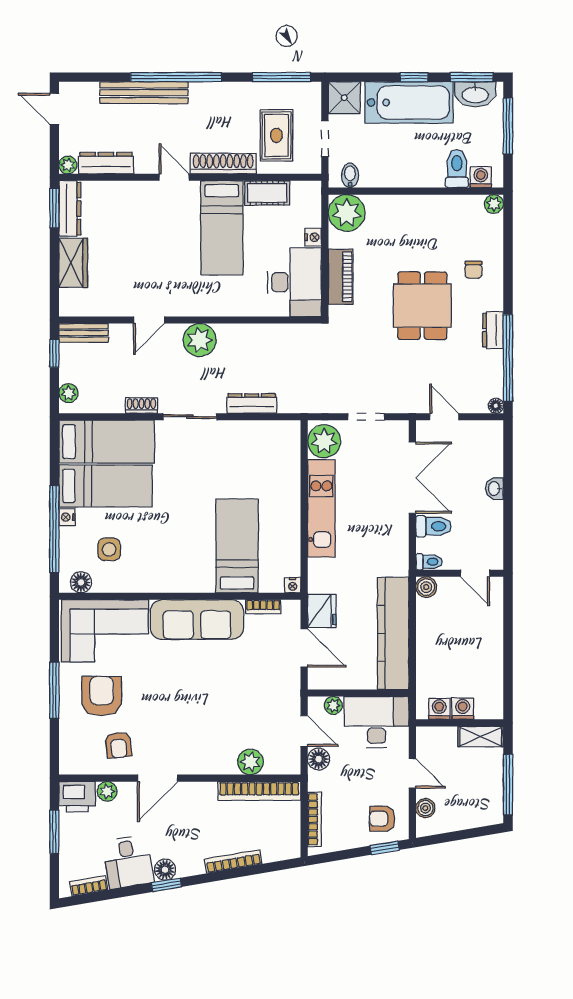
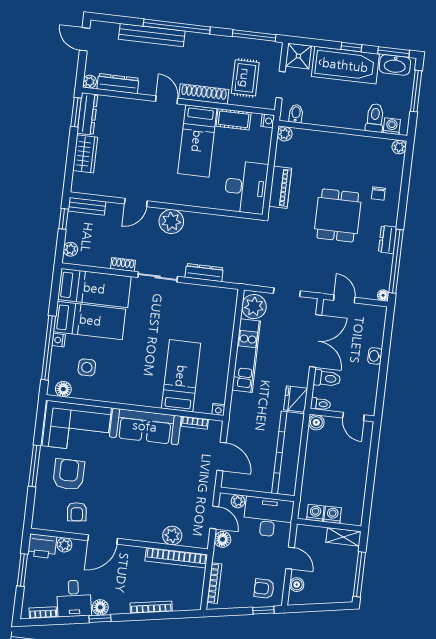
plant: (347, 213) -> (285, 134), width x0.53, depth x0.53
nightstand: (313, 237) -> (268, 121), moved
fridge: (322, 611) -> (296, 399), moved, turned 180

